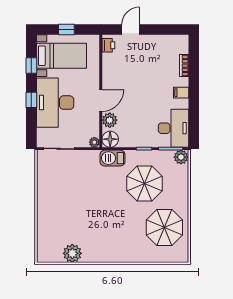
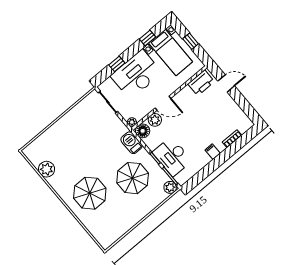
printer: (108, 45) -> (201, 83), width x1.87, depth x1.48
window: (31, 100) -> (117, 64), moved
desk: (173, 128) -> (172, 157), moved, turned 90
parasol: (164, 227) -> (90, 193), moved

